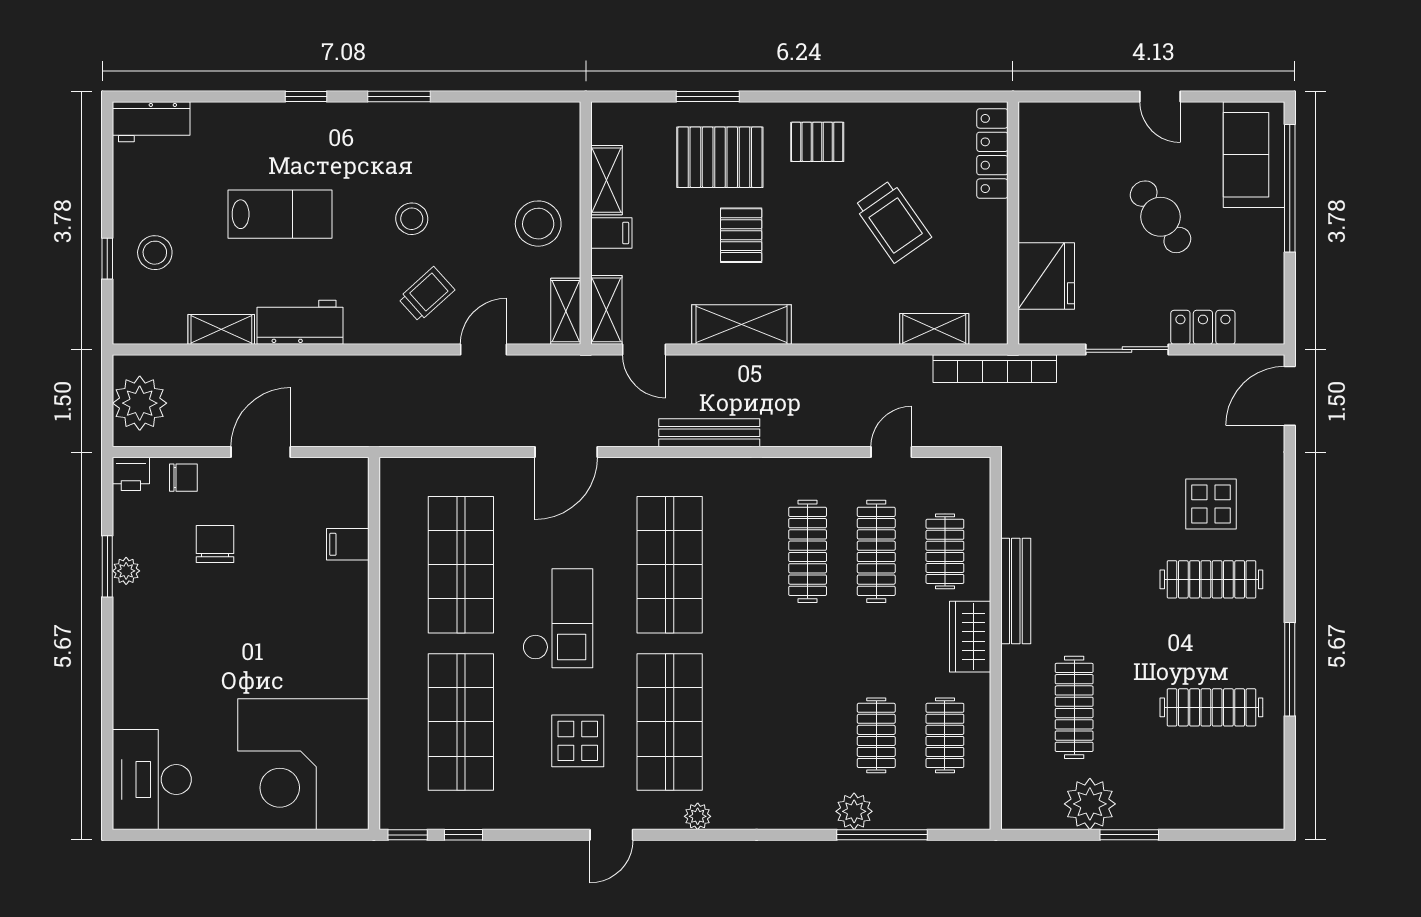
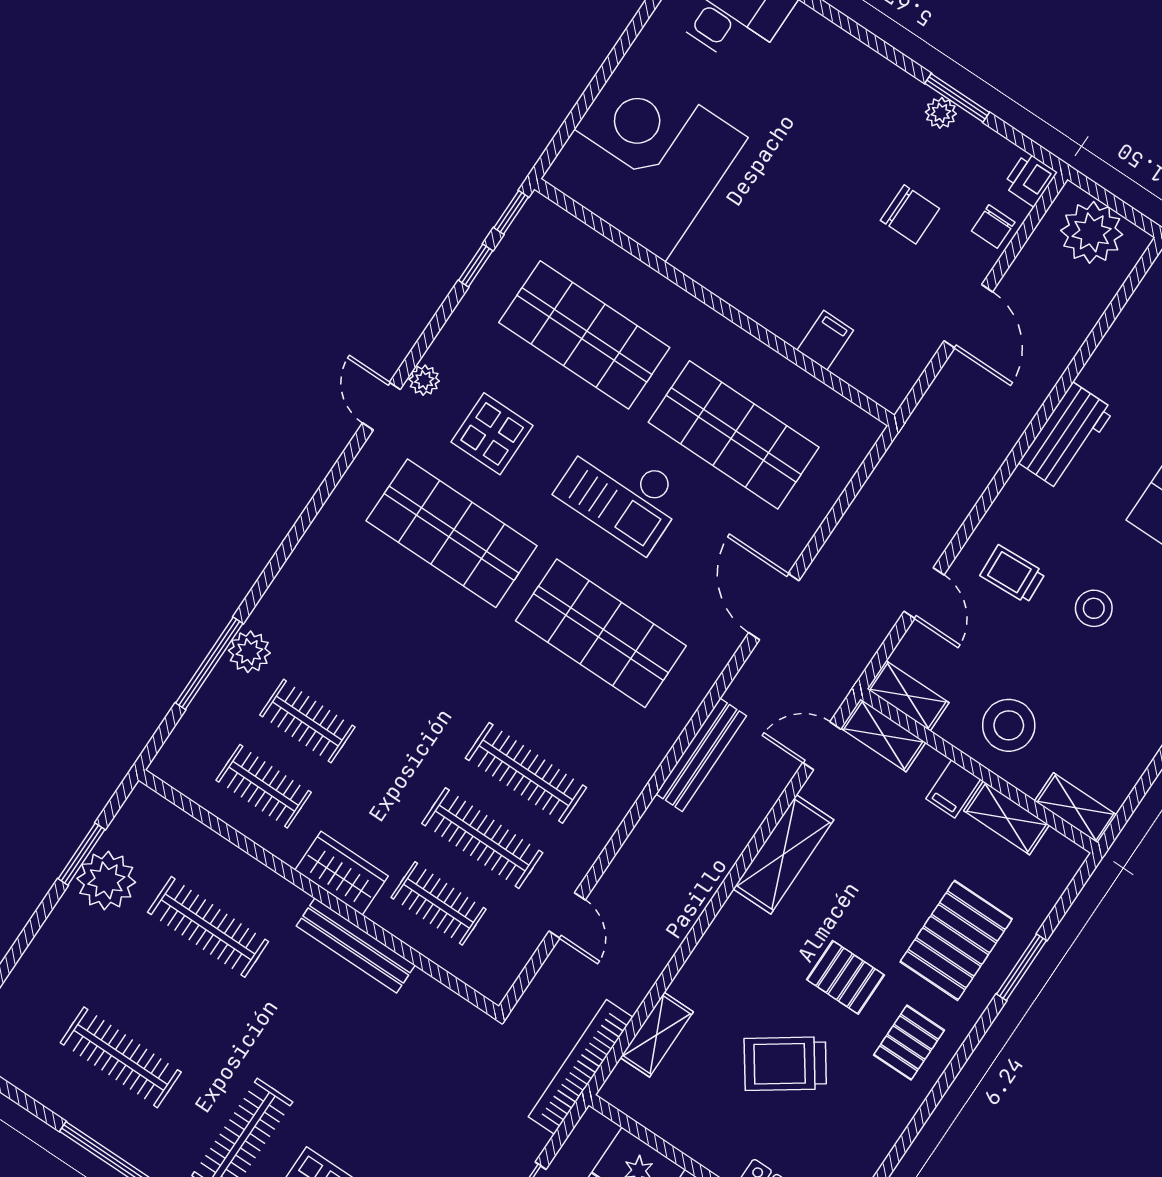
pallet: (741, 235) -> (845, 977), moved
trolley: (426, 294) -> (1013, 574), turned 129
shelving: (221, 329) -> (1075, 808), moved, turned 90
clothes rail: (1211, 707) -> (121, 1057), turned 90
plant: (698, 816) -> (424, 380), moved
window: (1129, 835) -> (82, 854), moved

